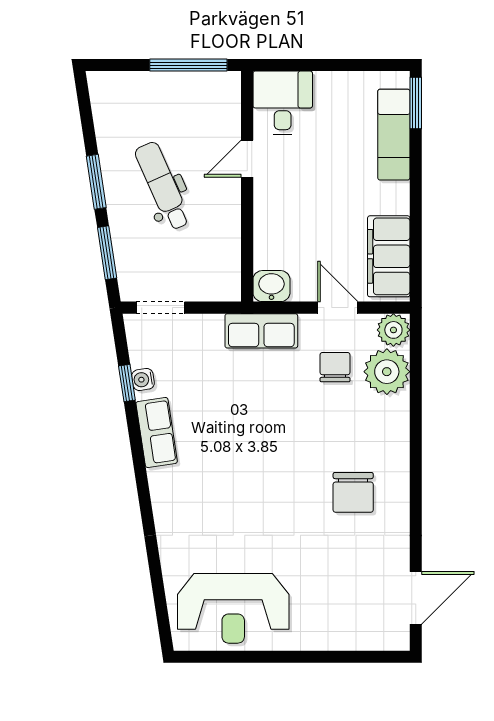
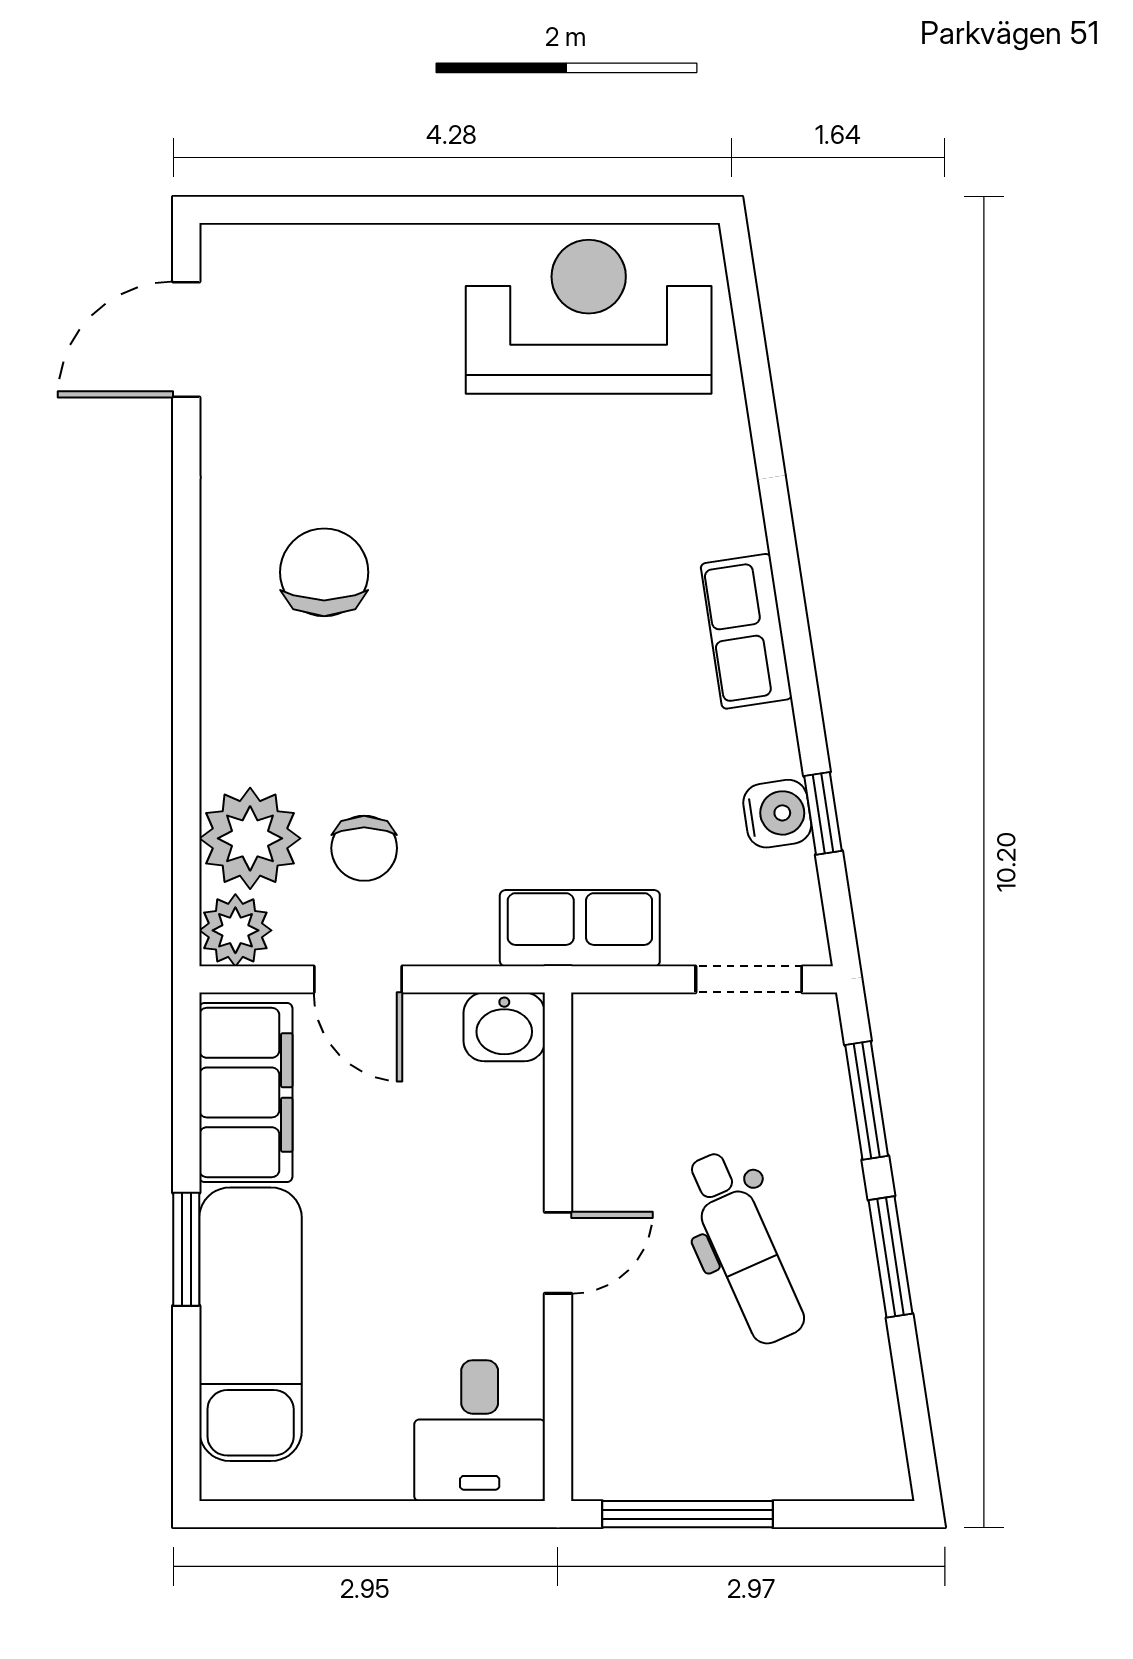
window: (416, 103) -> (186, 1249), moved
exam couch: (394, 135) -> (251, 1324), width x1.36, depth x1.45
door: (247, 159) -> (558, 1253), moved
row of seats: (261, 331) -> (580, 928), moved
water cooler: (143, 379) -> (777, 814), width x1.38, depth x1.38
row of seats: (157, 432) -> (746, 631), moved

